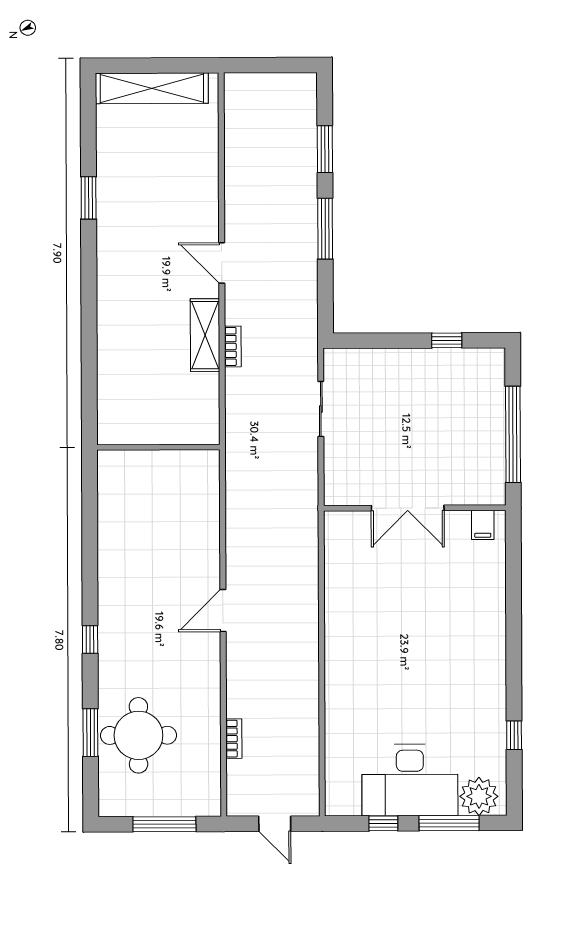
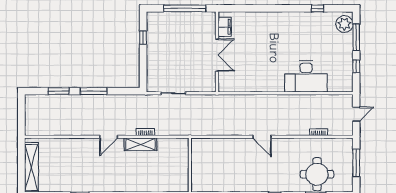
filing cabinet: (483, 525) -> (225, 27), width x2.00
desk: (410, 780) -> (306, 76), moved, turned 90

